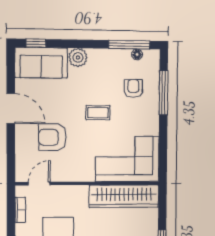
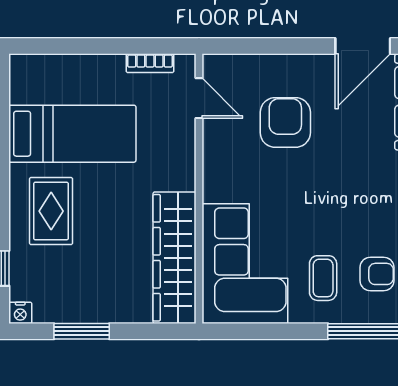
door: (11, 108) -> (363, 46), moved
coffee table: (98, 113) -> (323, 278), moved

